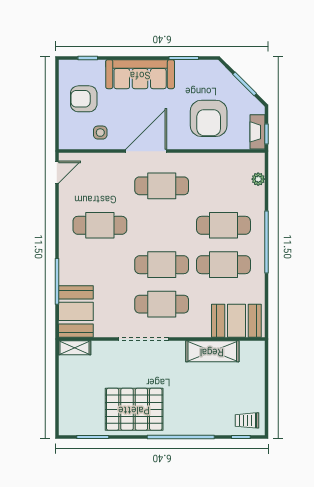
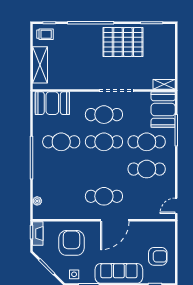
side table: (100, 133) -> (74, 274), moved
cafe table: (224, 225) -> (147, 142), moved
shelving: (212, 351) -> (40, 65), moved, turned 90

